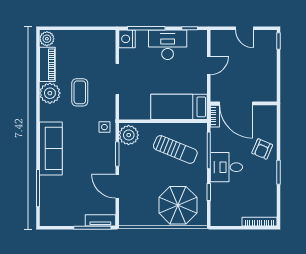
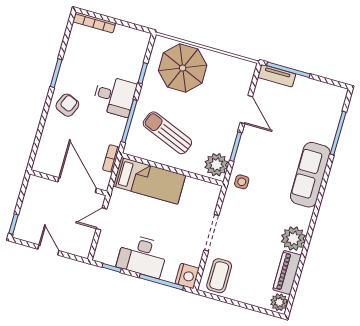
coffee table: (80, 92) -> (219, 276), moved
door: (236, 103) -> (77, 185), moved
wall: (244, 103) -> (68, 183), moved

